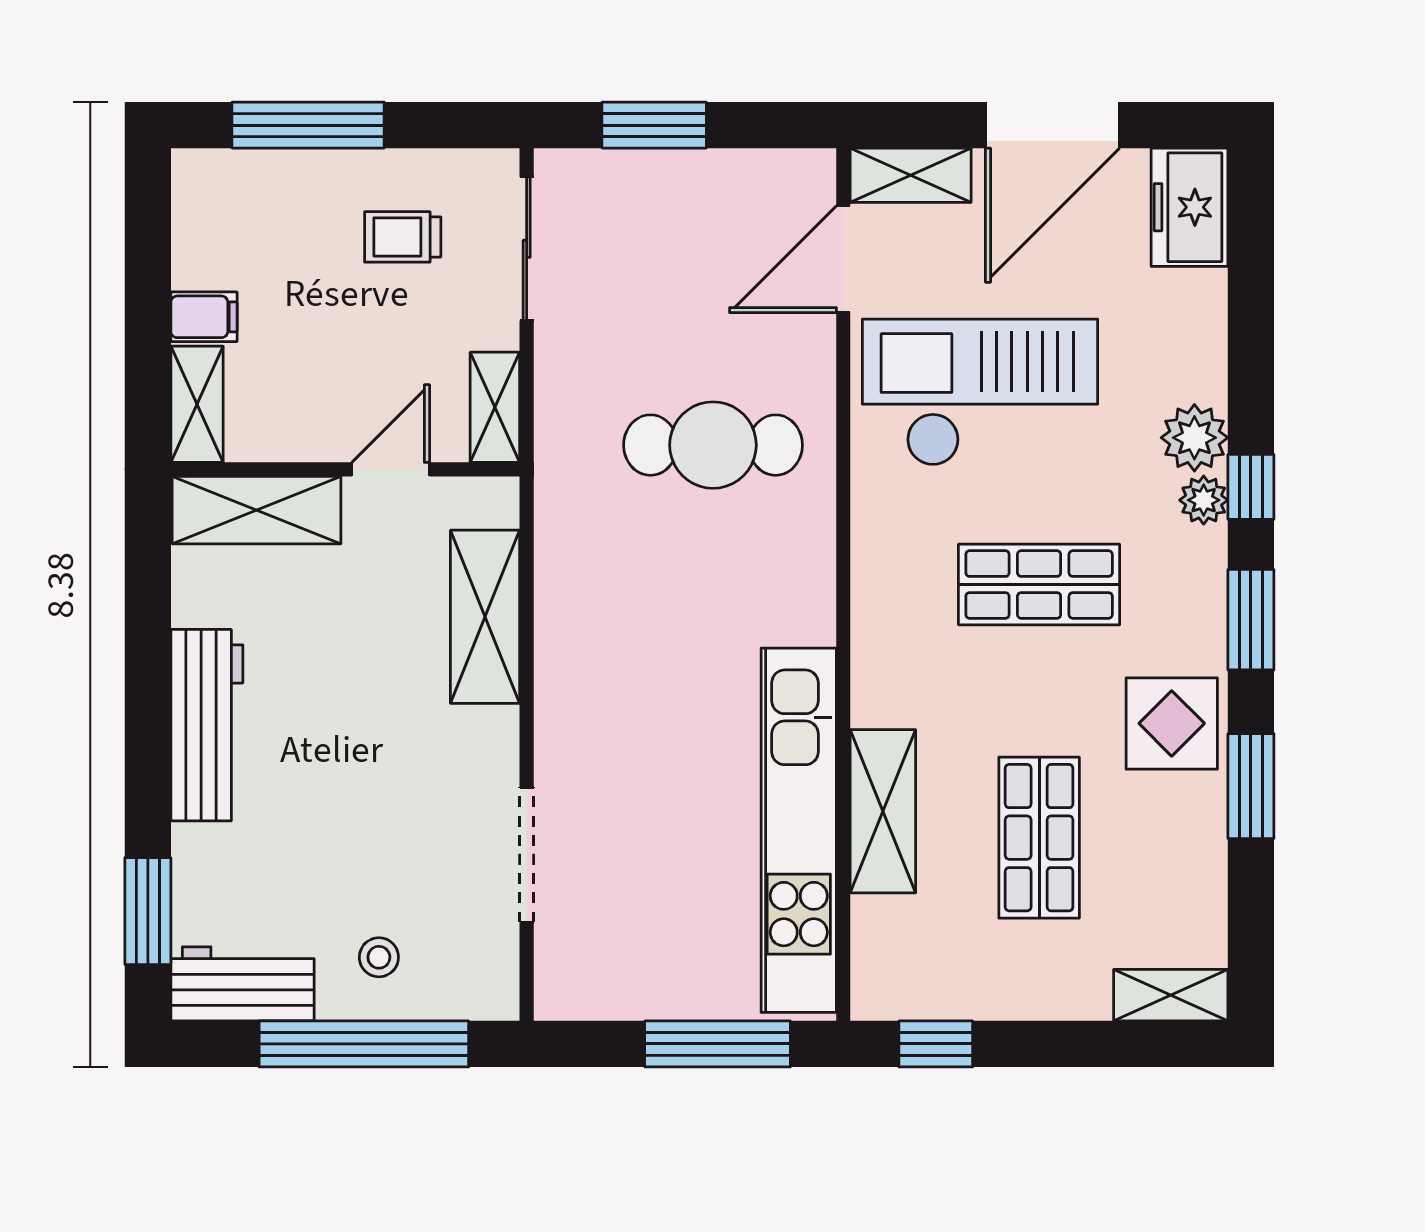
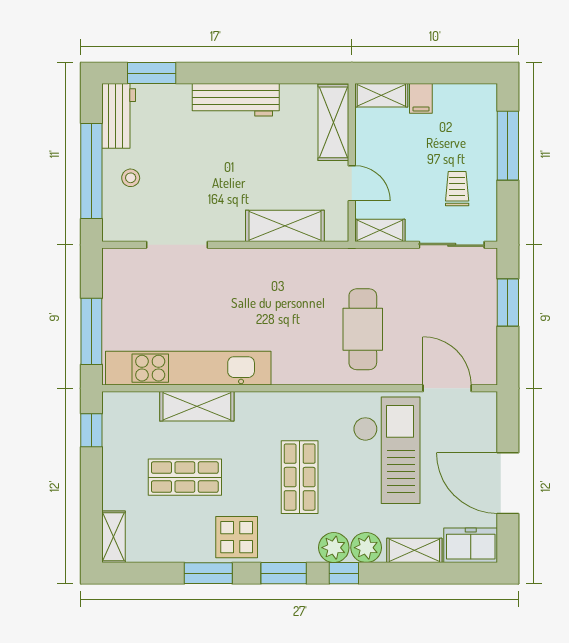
shelving: (911, 175) -> (414, 550), moved, turned 90
plant: (1204, 500) -> (334, 548), width x1.38, depth x1.38

